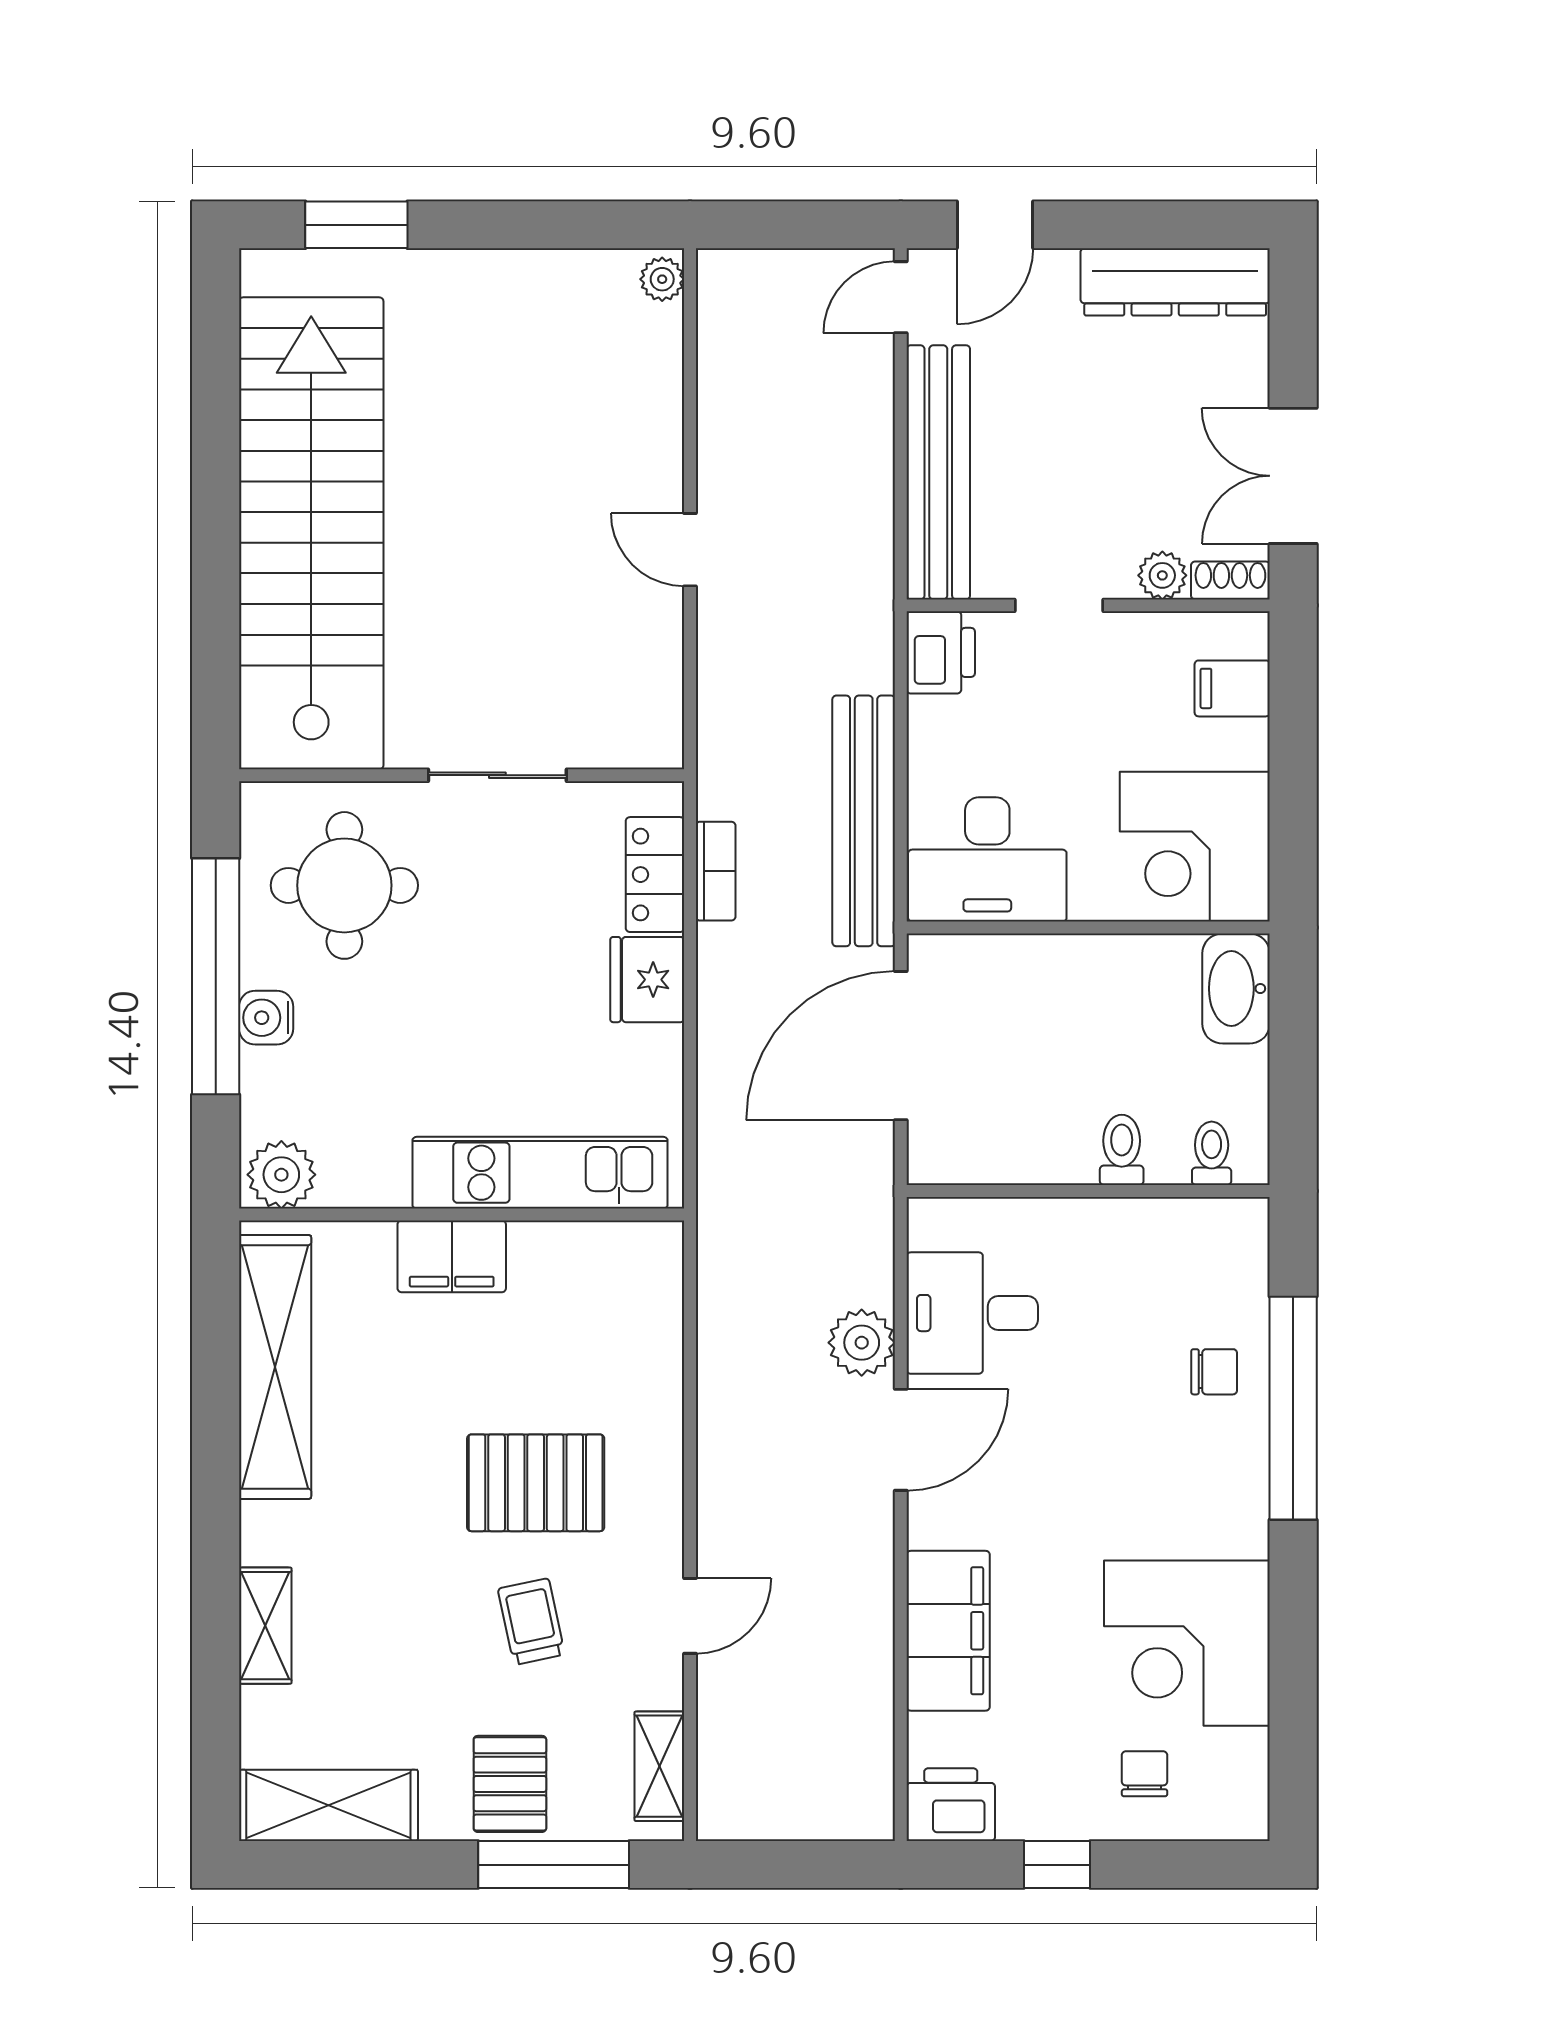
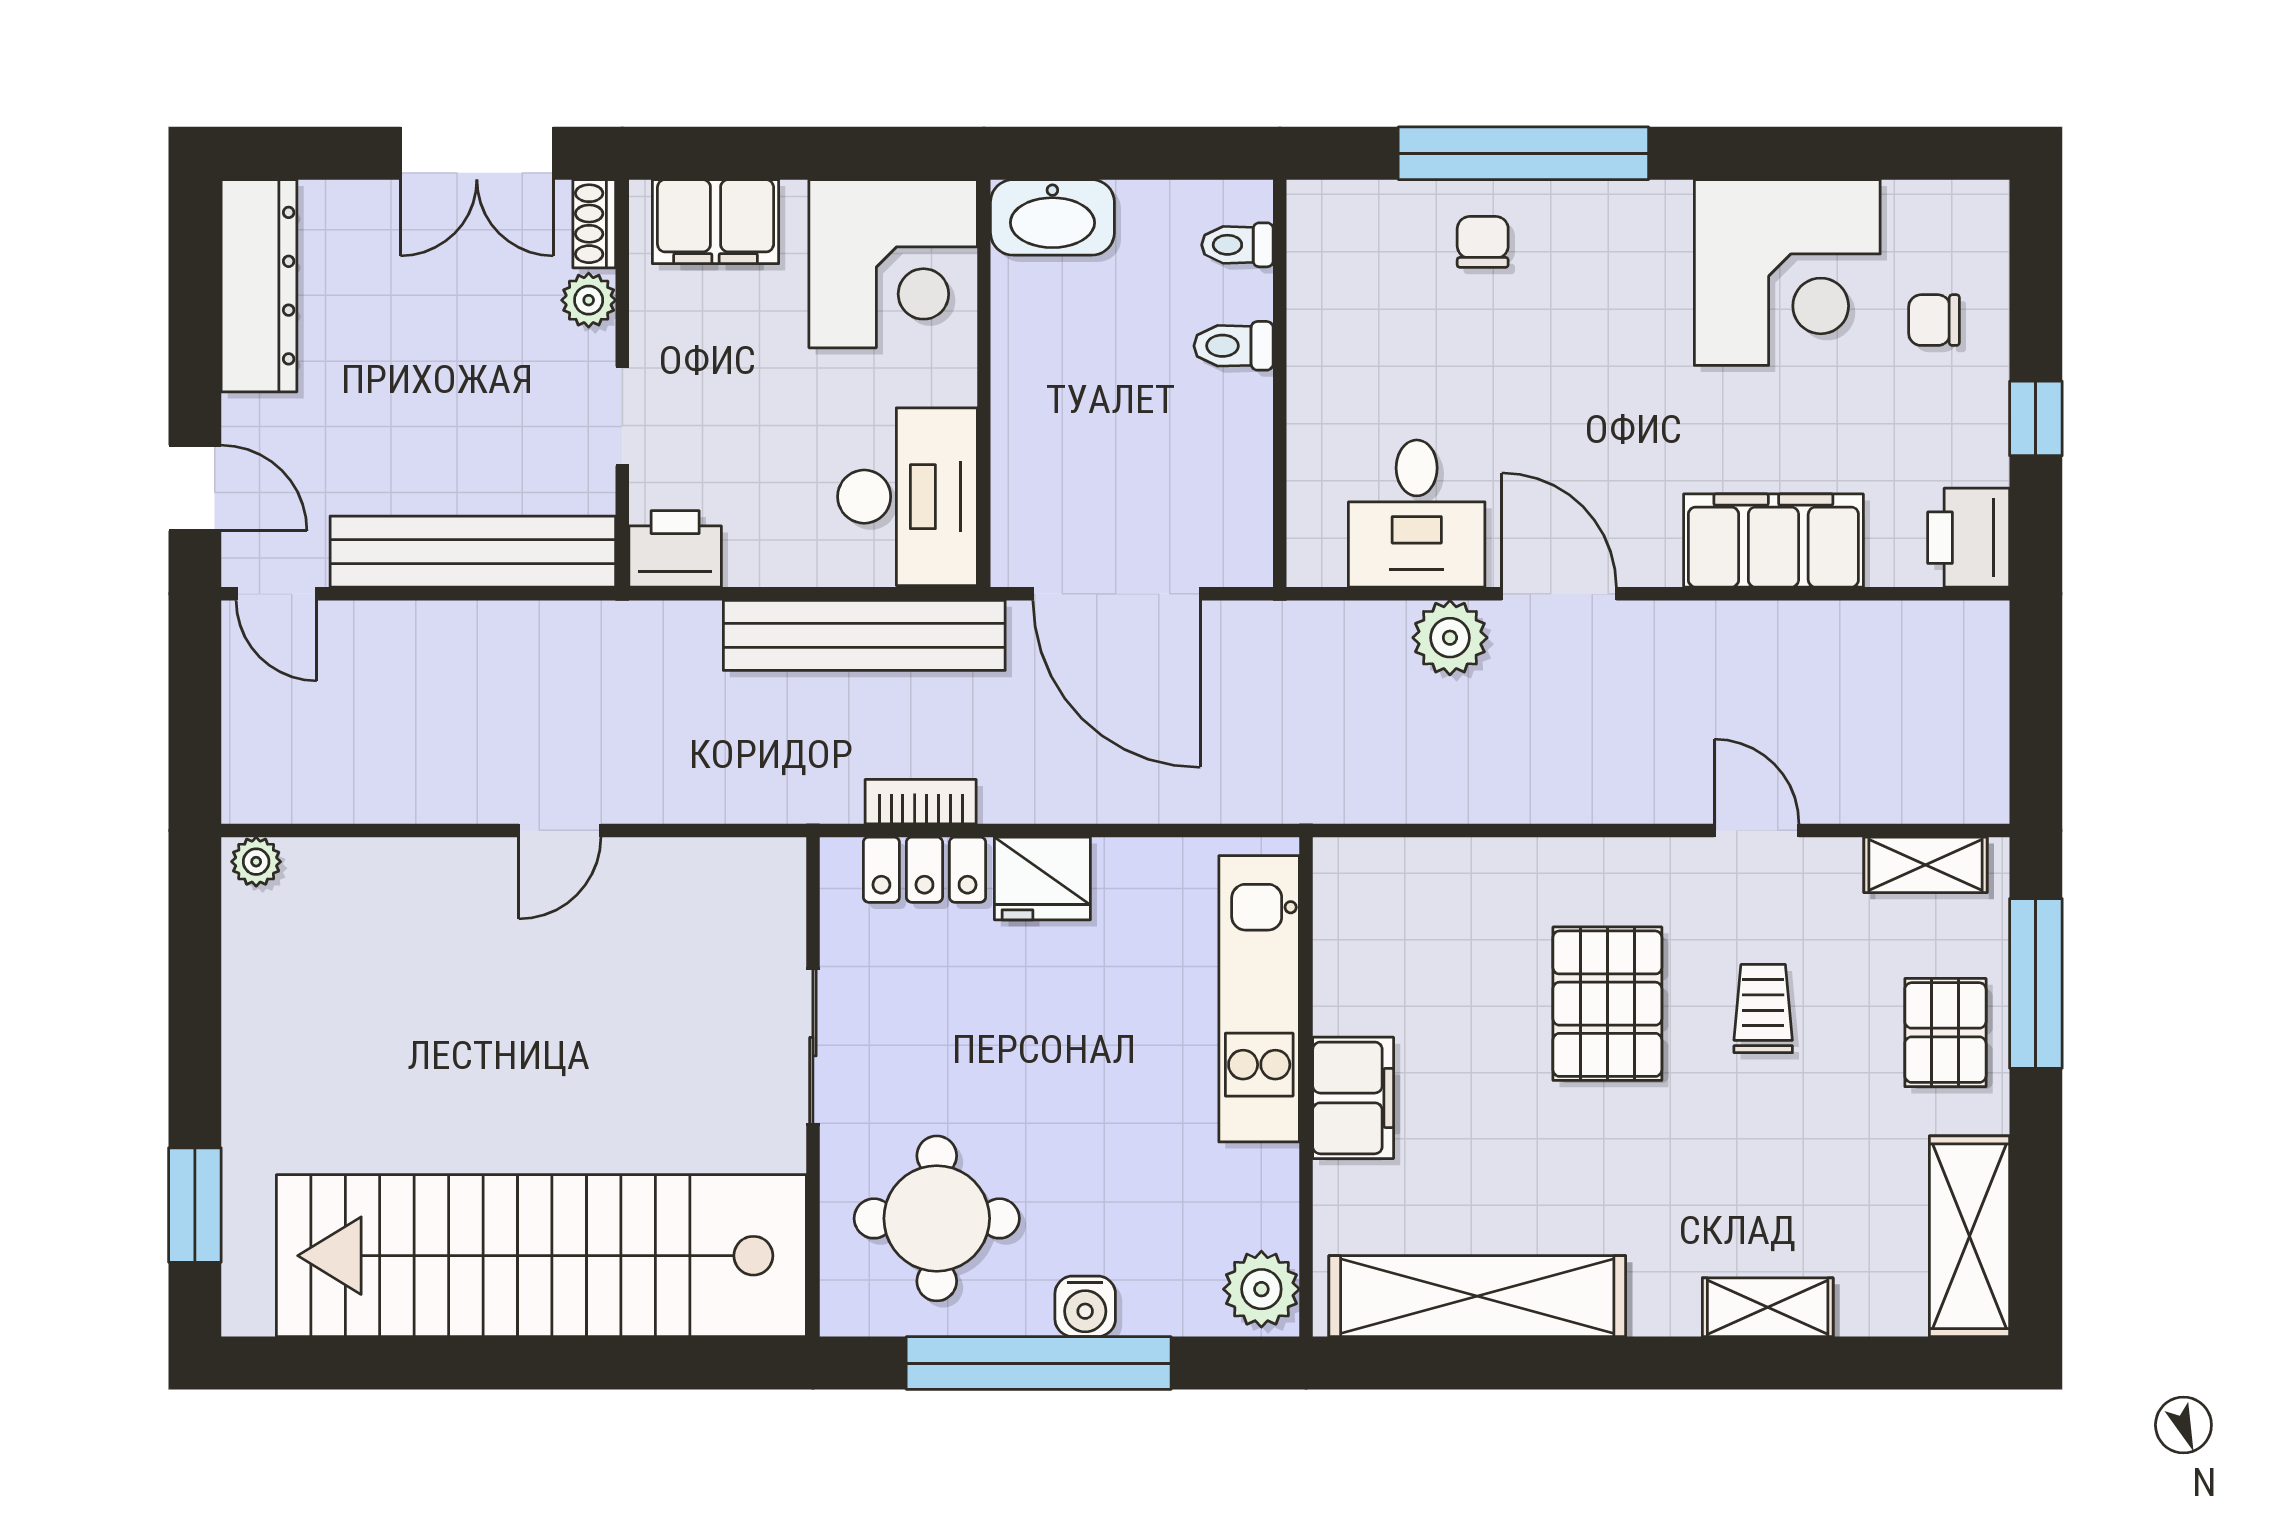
filing cabinet: (1232, 688) -> (716, 222), width x2.00
trolley: (531, 1622) -> (1763, 1009), turned 102
pallet: (510, 1784) -> (1945, 1033), turned 90

